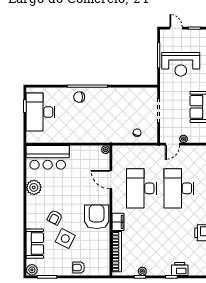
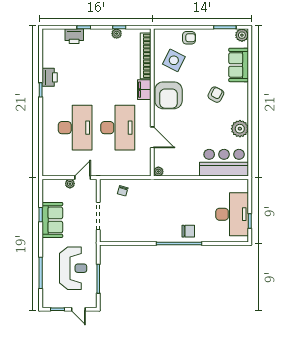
reception desk: (181, 64) -> (73, 268), turned 90
side table: (65, 239) -> (174, 60), moved

